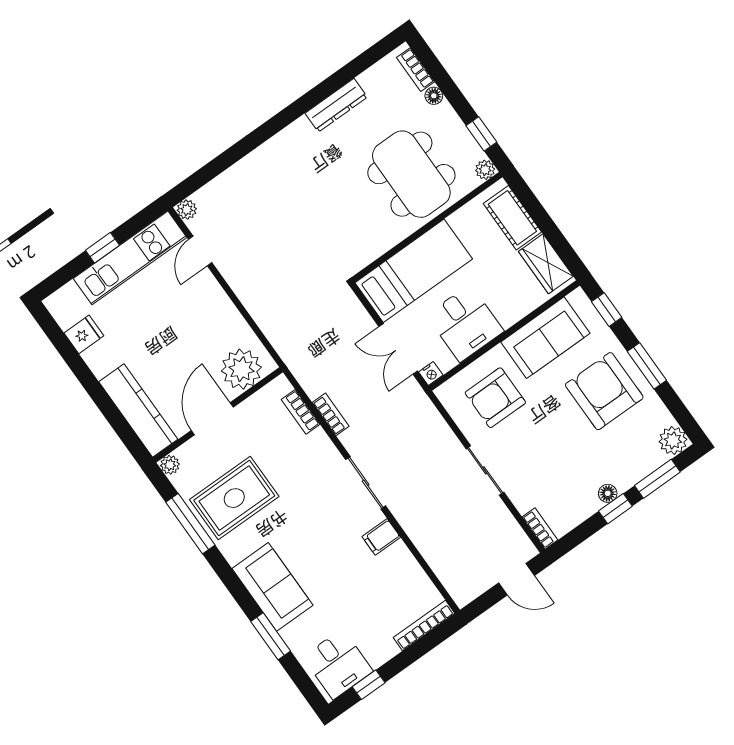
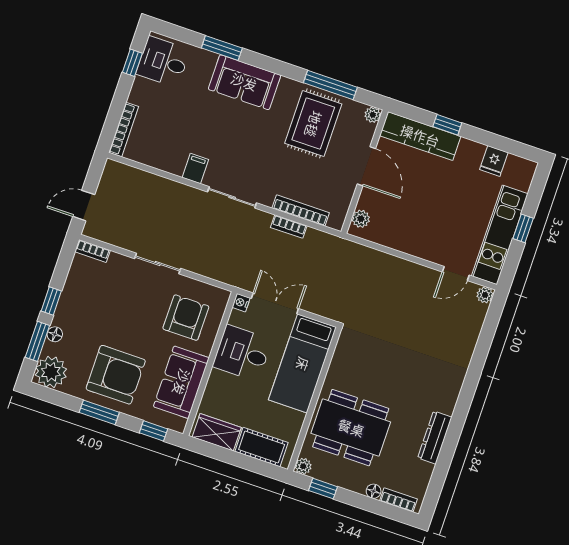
door: (200, 251) -> (456, 274), swing flipped
plant: (241, 369) -> (361, 219), width x0.53, depth x0.53
window: (104, 403) -> (447, 125), added
bookcase: (301, 412) -> (301, 210), width x1.56
plant: (673, 441) -> (51, 372), width x1.36, depth x1.36
floor lamp: (608, 493) -> (55, 334), moved

